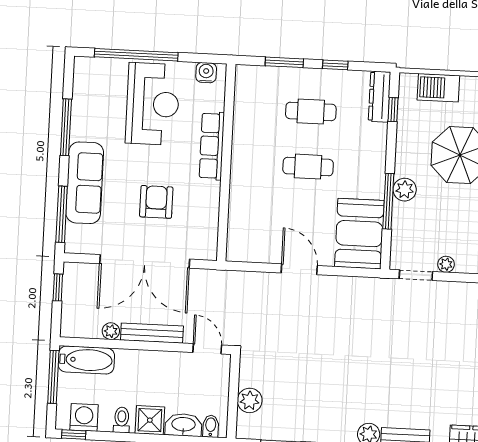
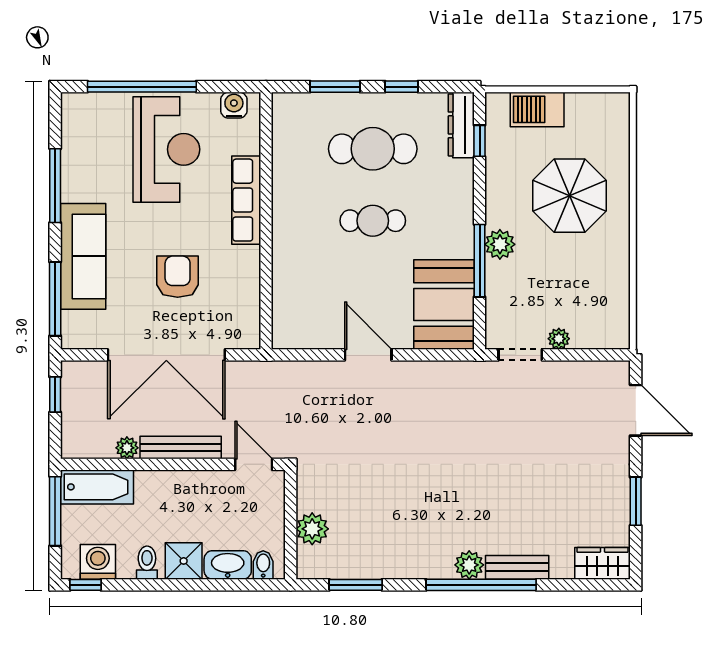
cafe table: (311, 111) -> (373, 149), width x1.37, depth x1.35

